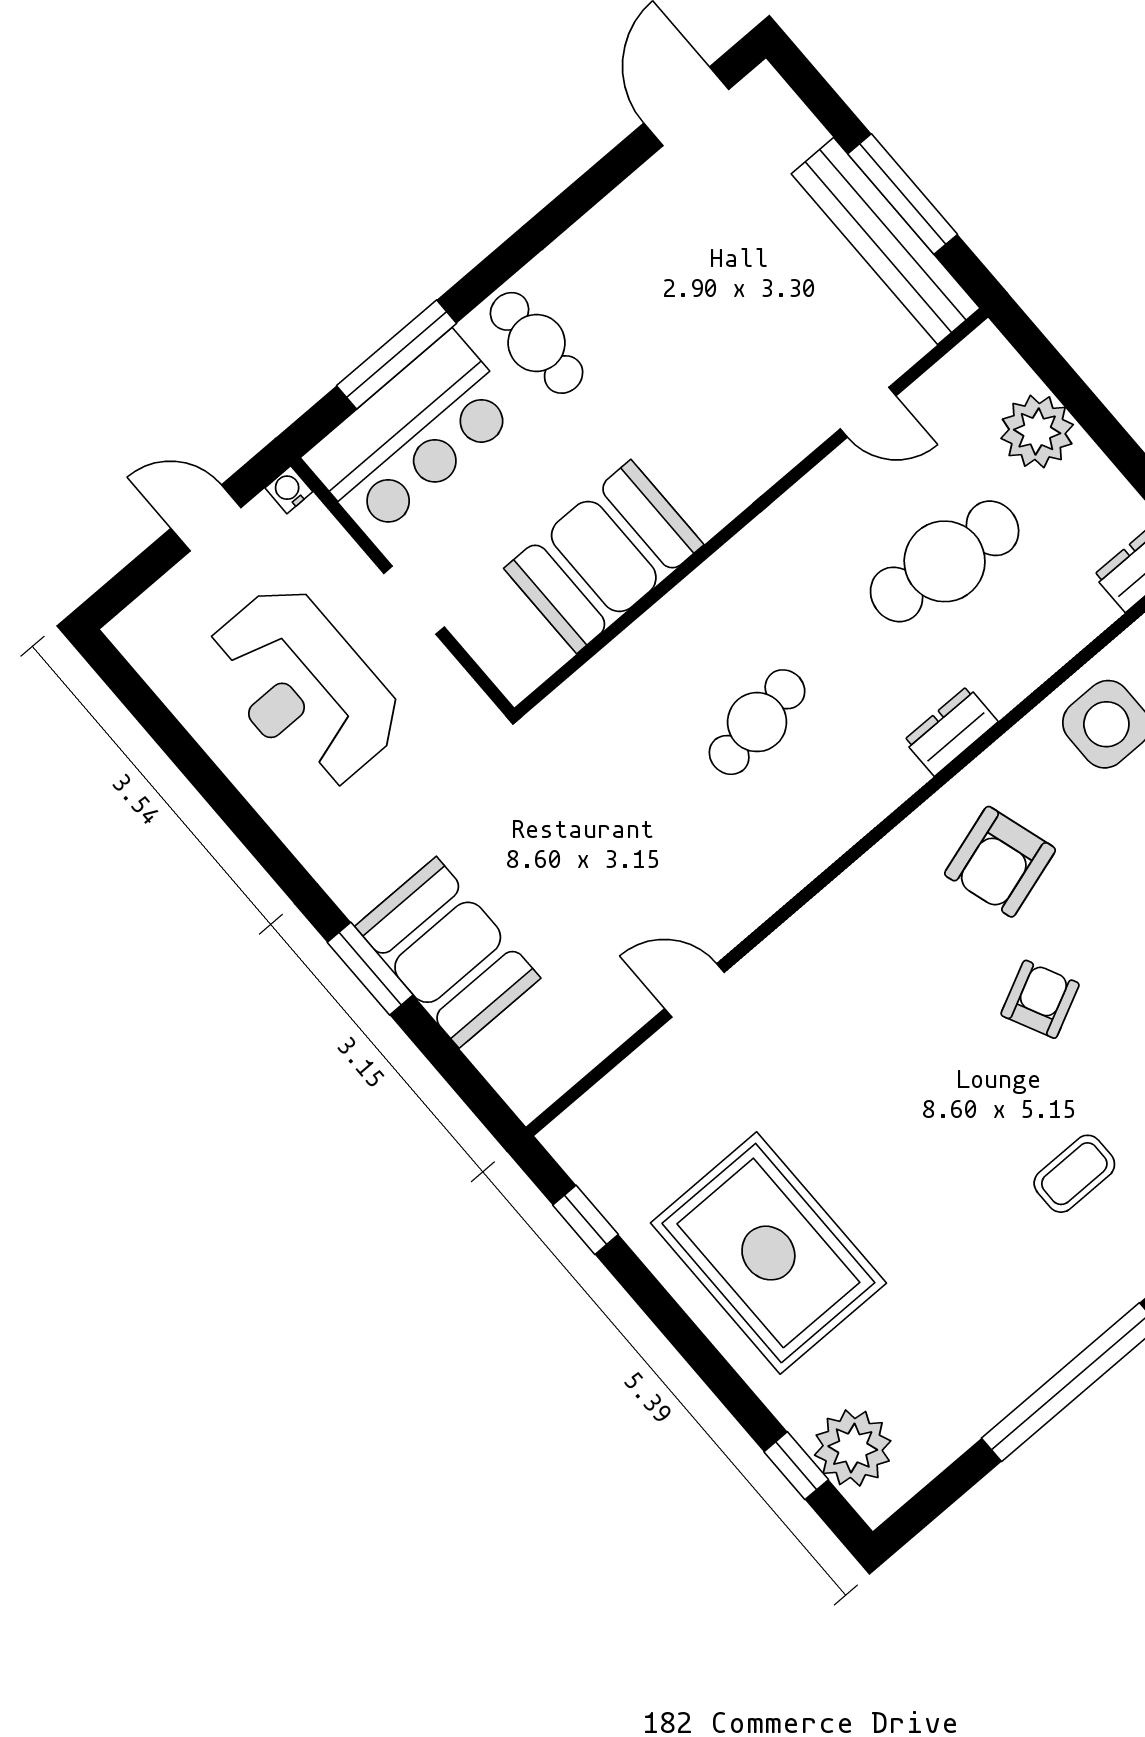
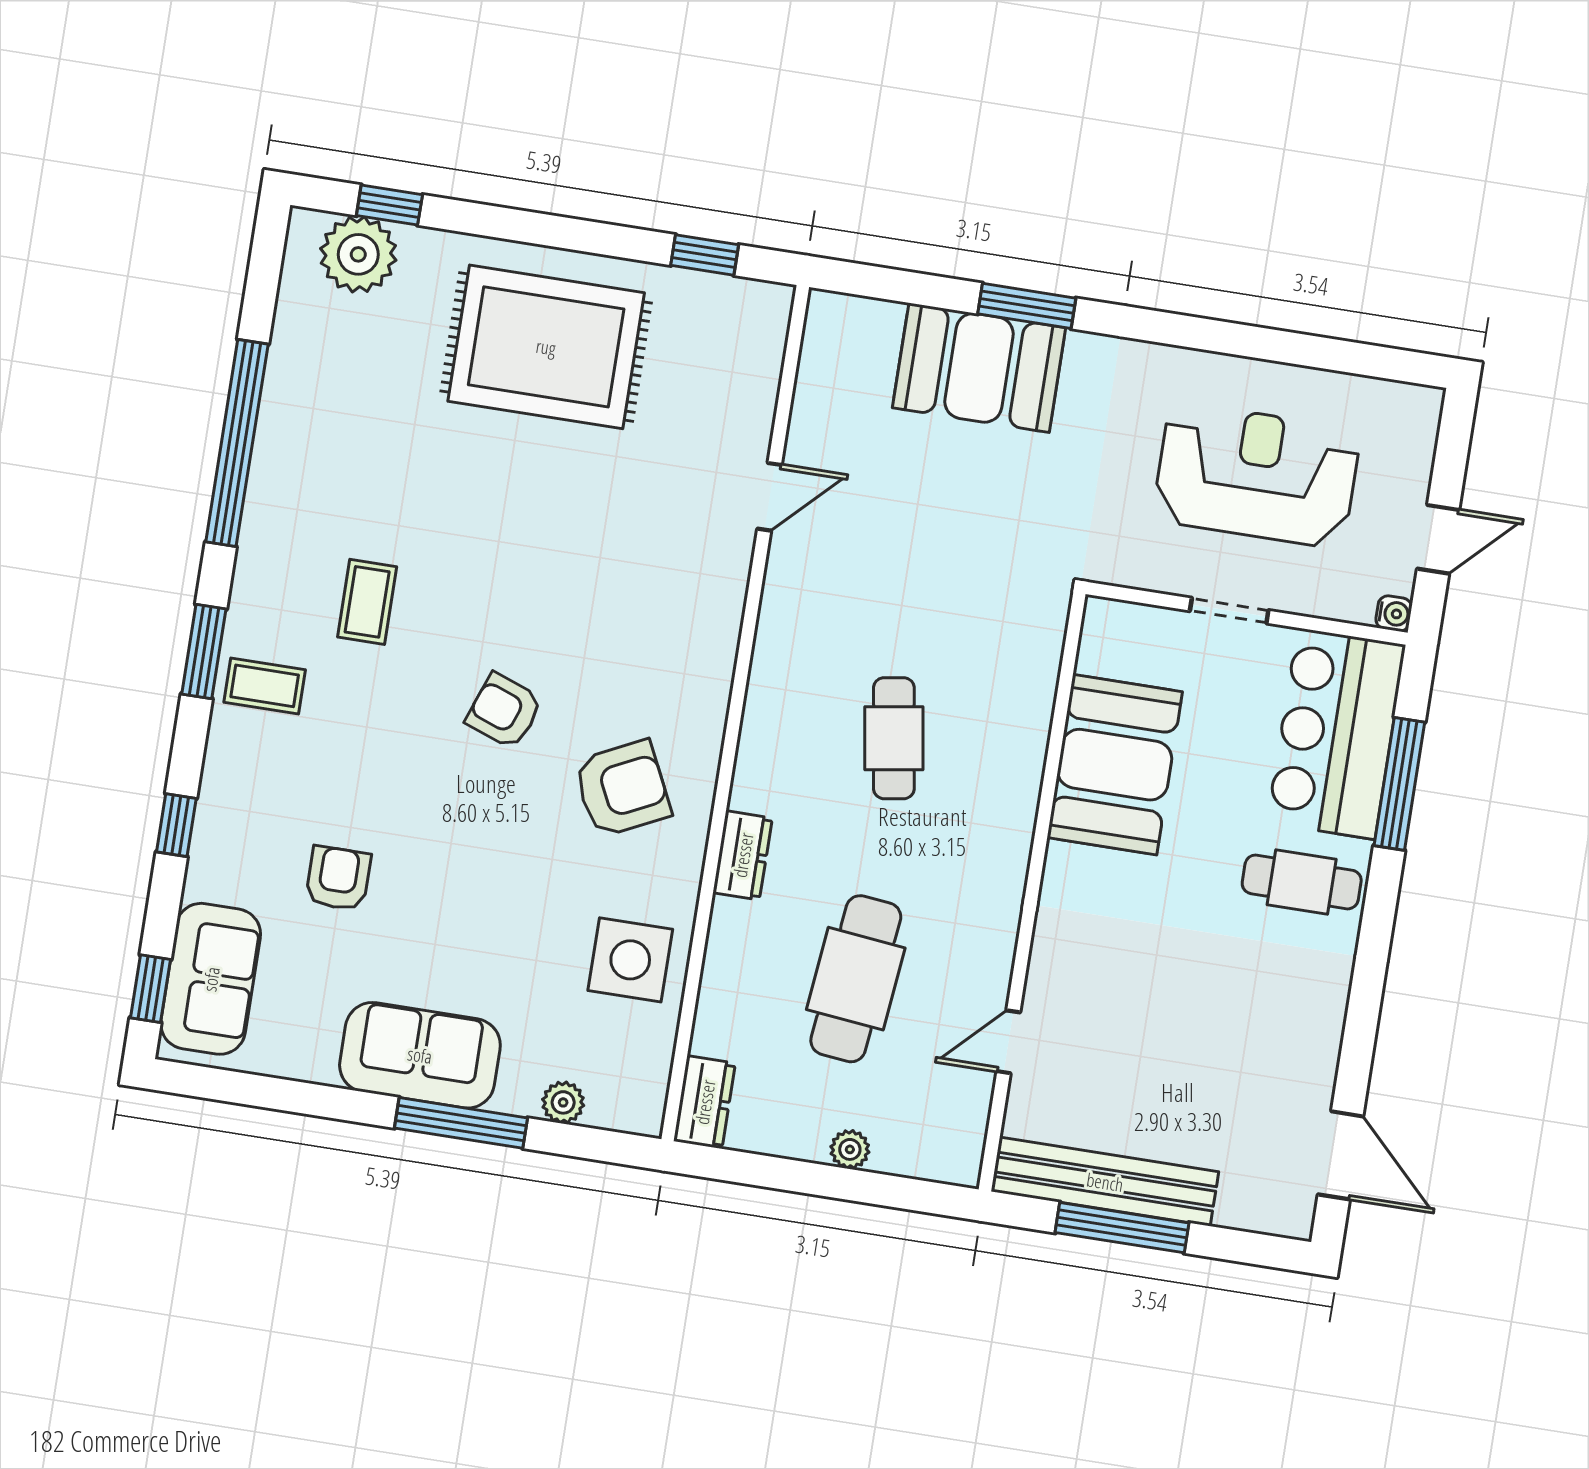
plant: (1037, 432) -> (850, 1149), width x0.53, depth x0.53
armchair: (1000, 862) -> (622, 789), turned 81
armchair: (1040, 999) -> (504, 711), turned 136

